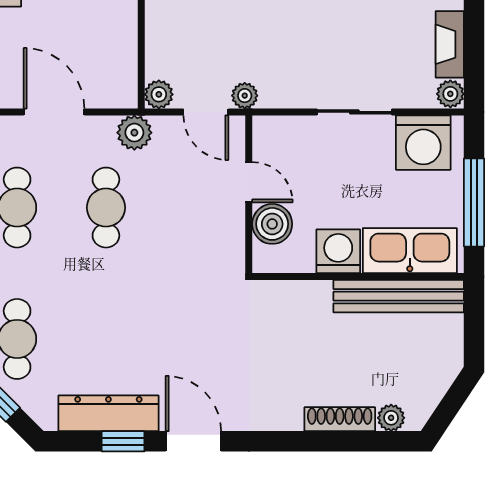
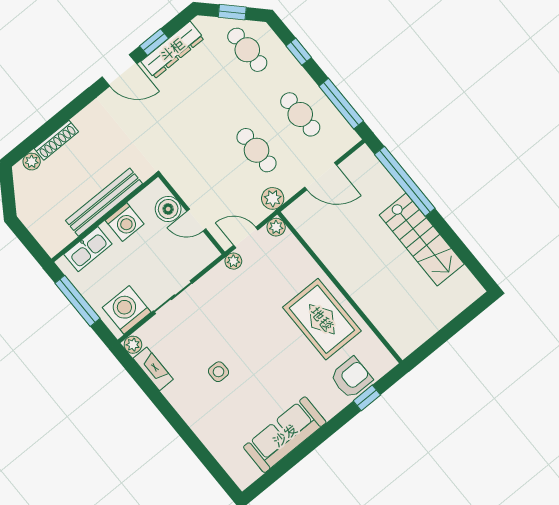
kitchen sink: (410, 251) -> (88, 249), width x0.73, depth x0.81
bench: (399, 296) -> (104, 202), moved

